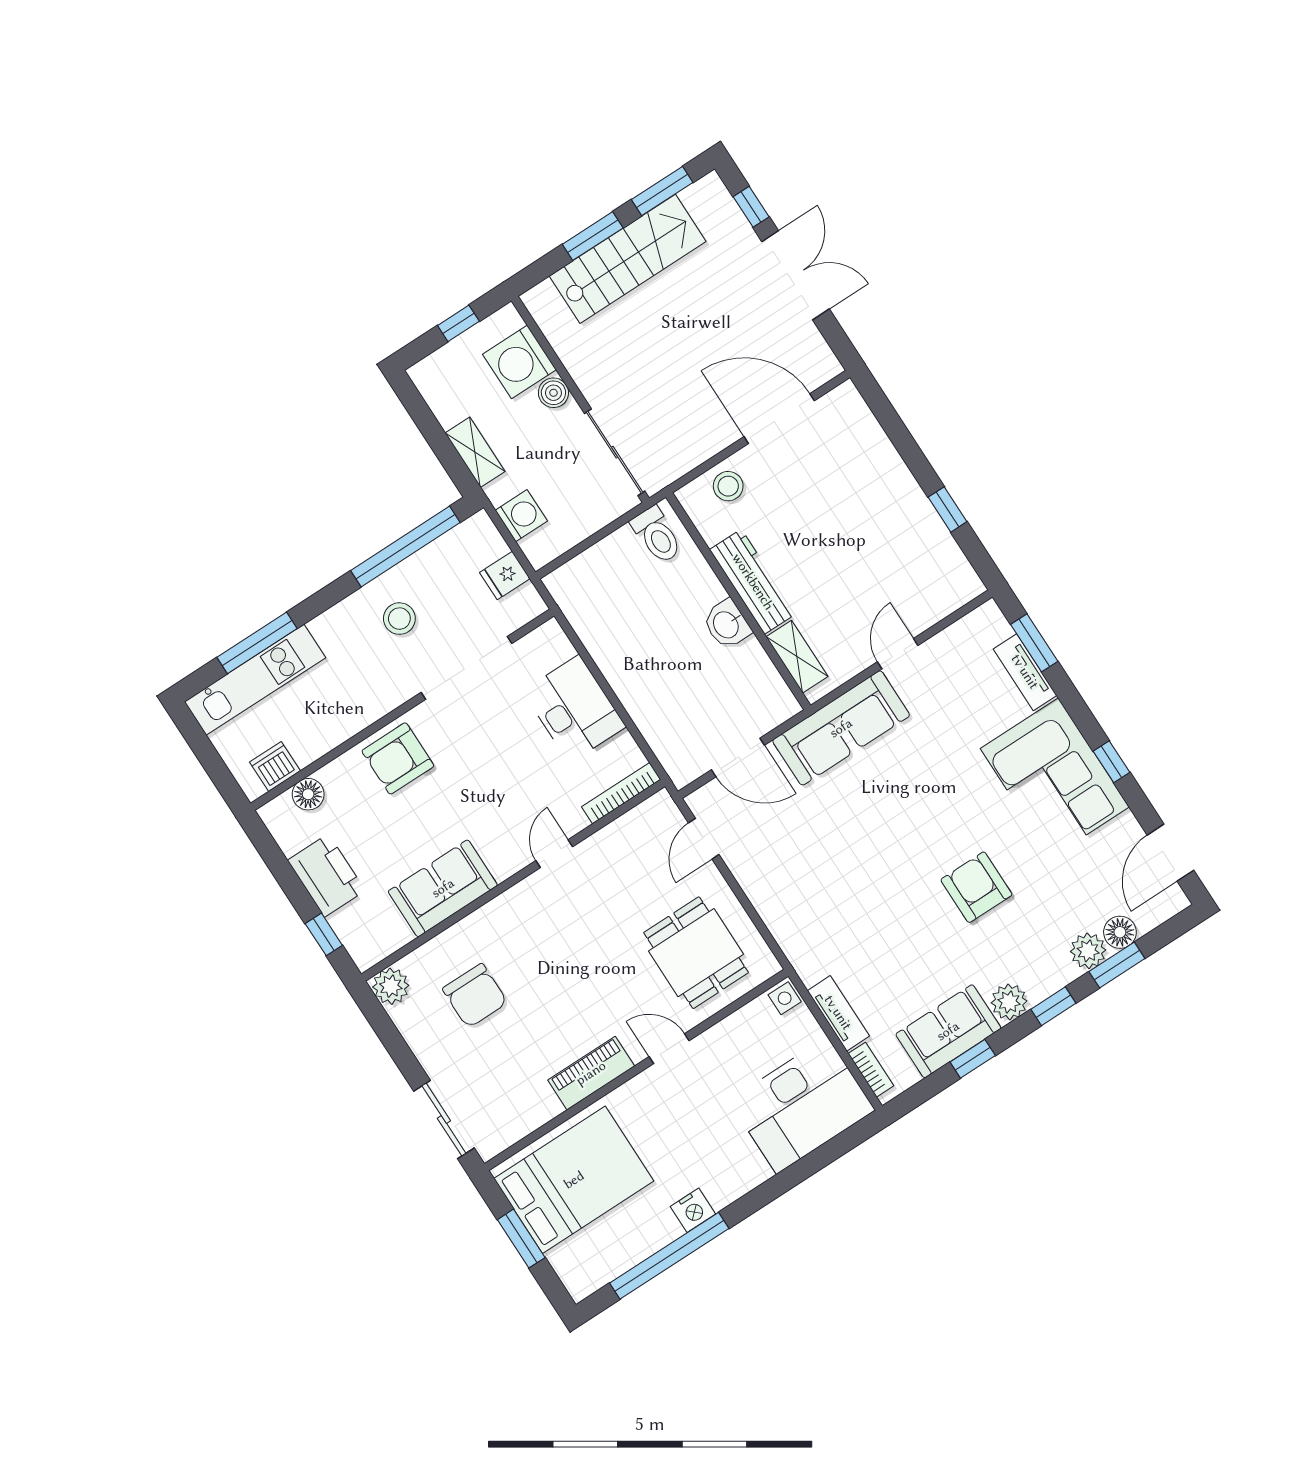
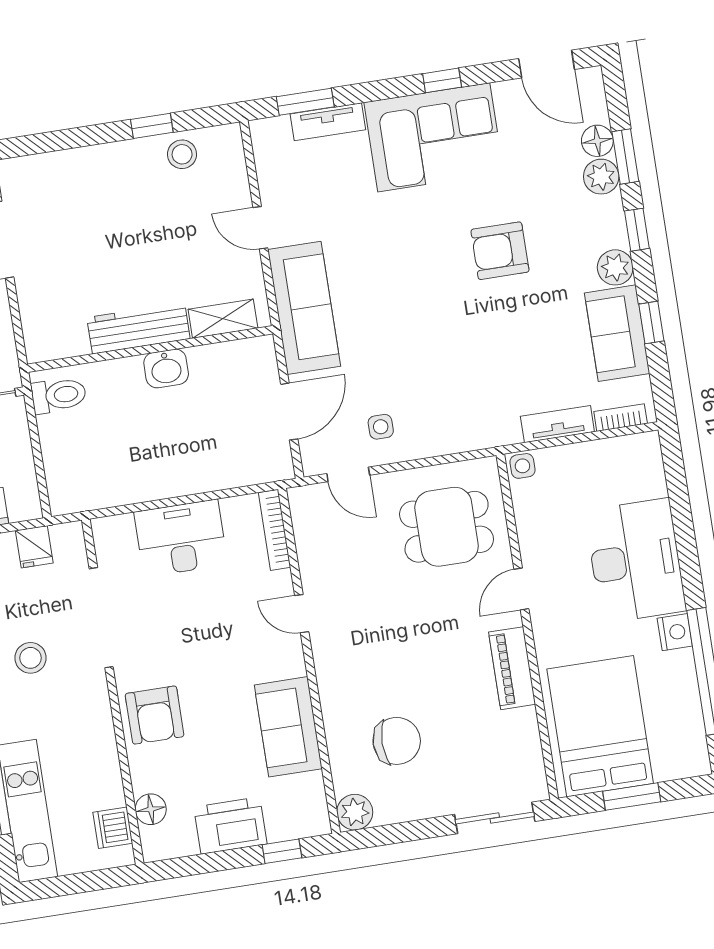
stool: (728, 486) -> (182, 154), moved
side table: (762, 849) -> (381, 427), added
desk: (802, 1105) -> (635, 561), moved

